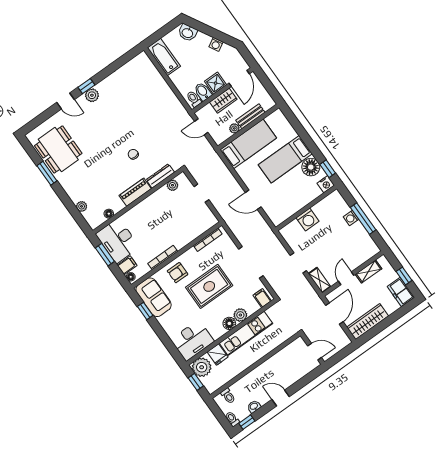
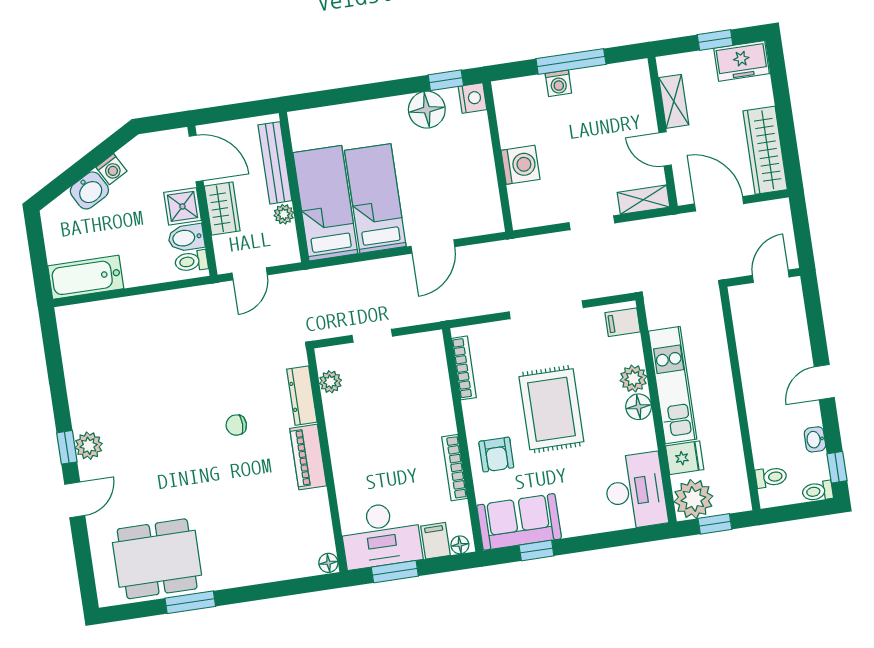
washbasin: (188, 33) -> (89, 190), moved
bench: (250, 116) -> (275, 163), width x1.36
bed: (285, 159) -> (375, 198), moved, turned 180
plant: (82, 206) -> (284, 569), removed
floor lamp: (109, 214) -> (328, 563), moved

